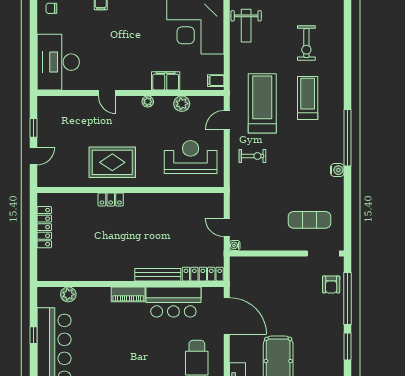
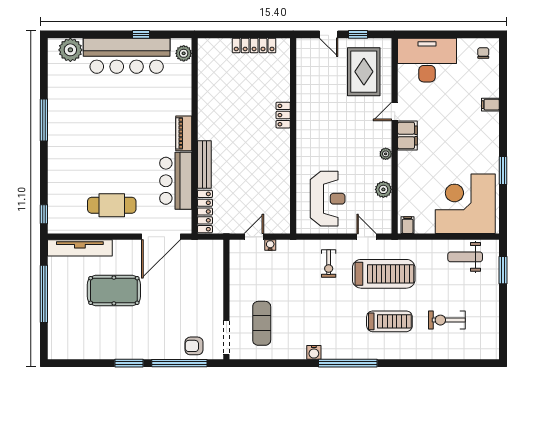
filing cabinet: (166, 81) -> (407, 135), moved
rug: (112, 162) -> (364, 72), moved
water cooler: (235, 245) -> (270, 245), moved
plant: (68, 294) -> (184, 53), moved

